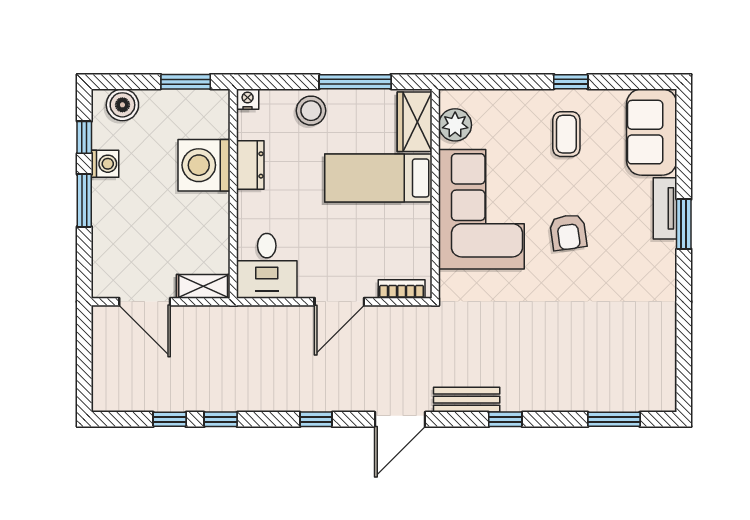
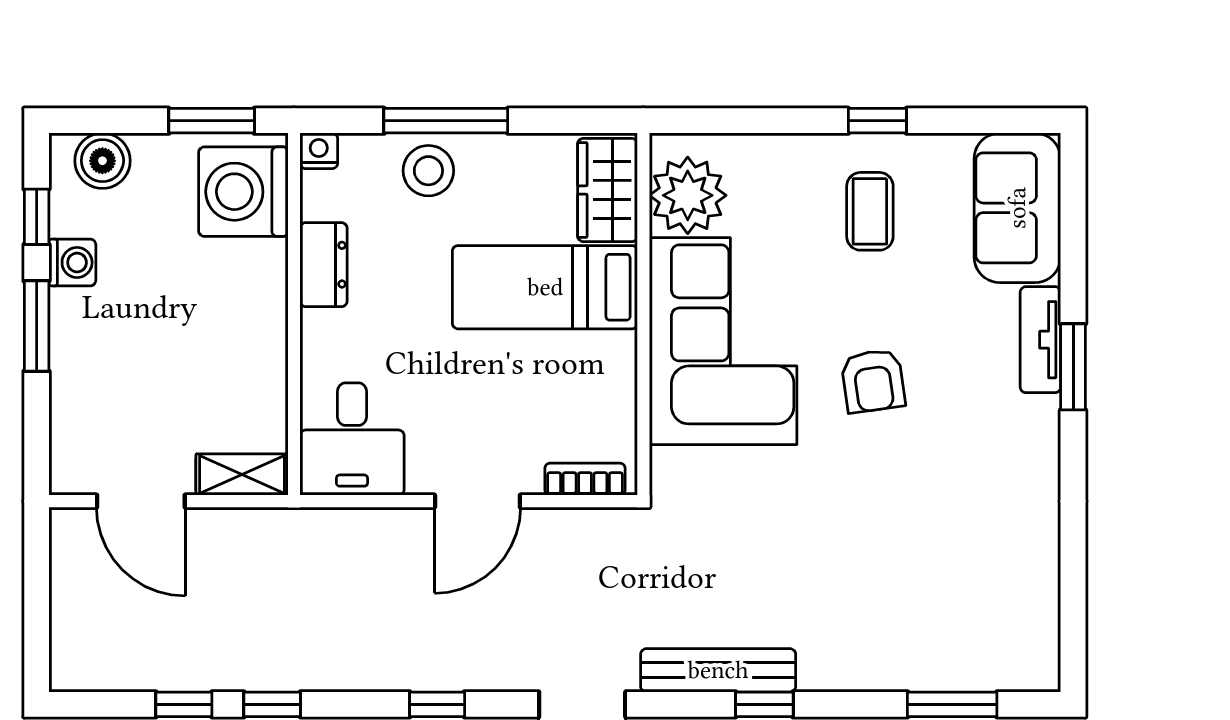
window: (355, 82) -> (446, 121), moved
plant: (455, 125) -> (688, 195), width x1.36, depth x1.36
washing machine: (204, 165) -> (243, 192), moved
bench: (467, 400) -> (718, 670), width x1.36

